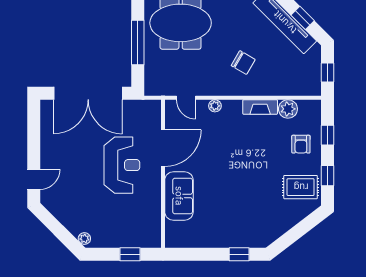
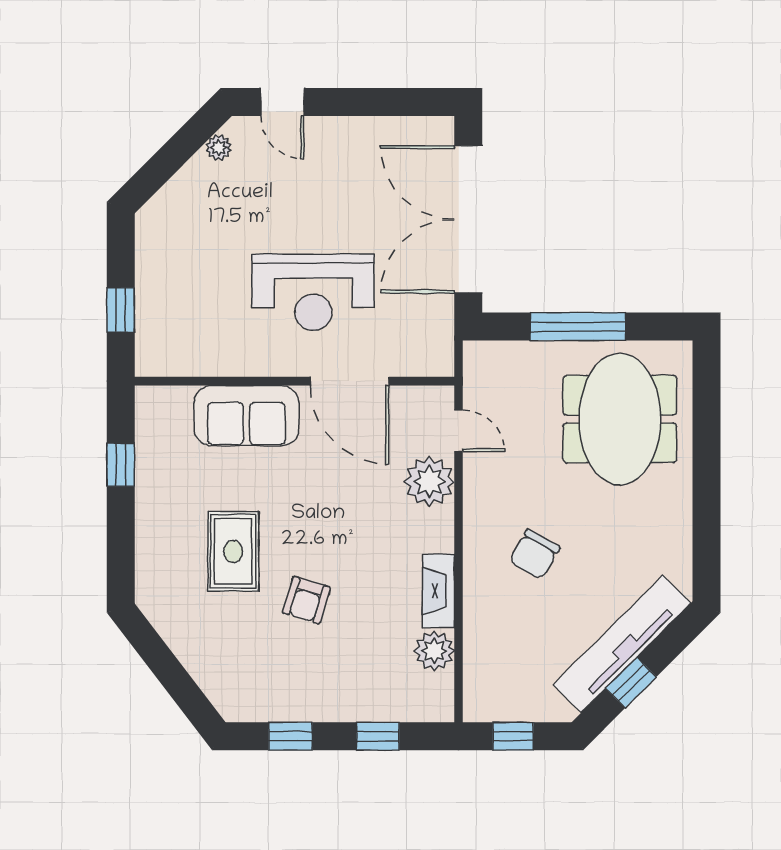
door: (186, 98) -> (459, 431), swing flipped
plant: (215, 106) -> (429, 482), width x1.87, depth x1.87
armchair: (301, 144) -> (306, 600), moved, turned -73
rug: (301, 187) -> (233, 551), moved
plant: (84, 239) -> (219, 147), moved
window: (239, 254) -> (121, 465), moved

